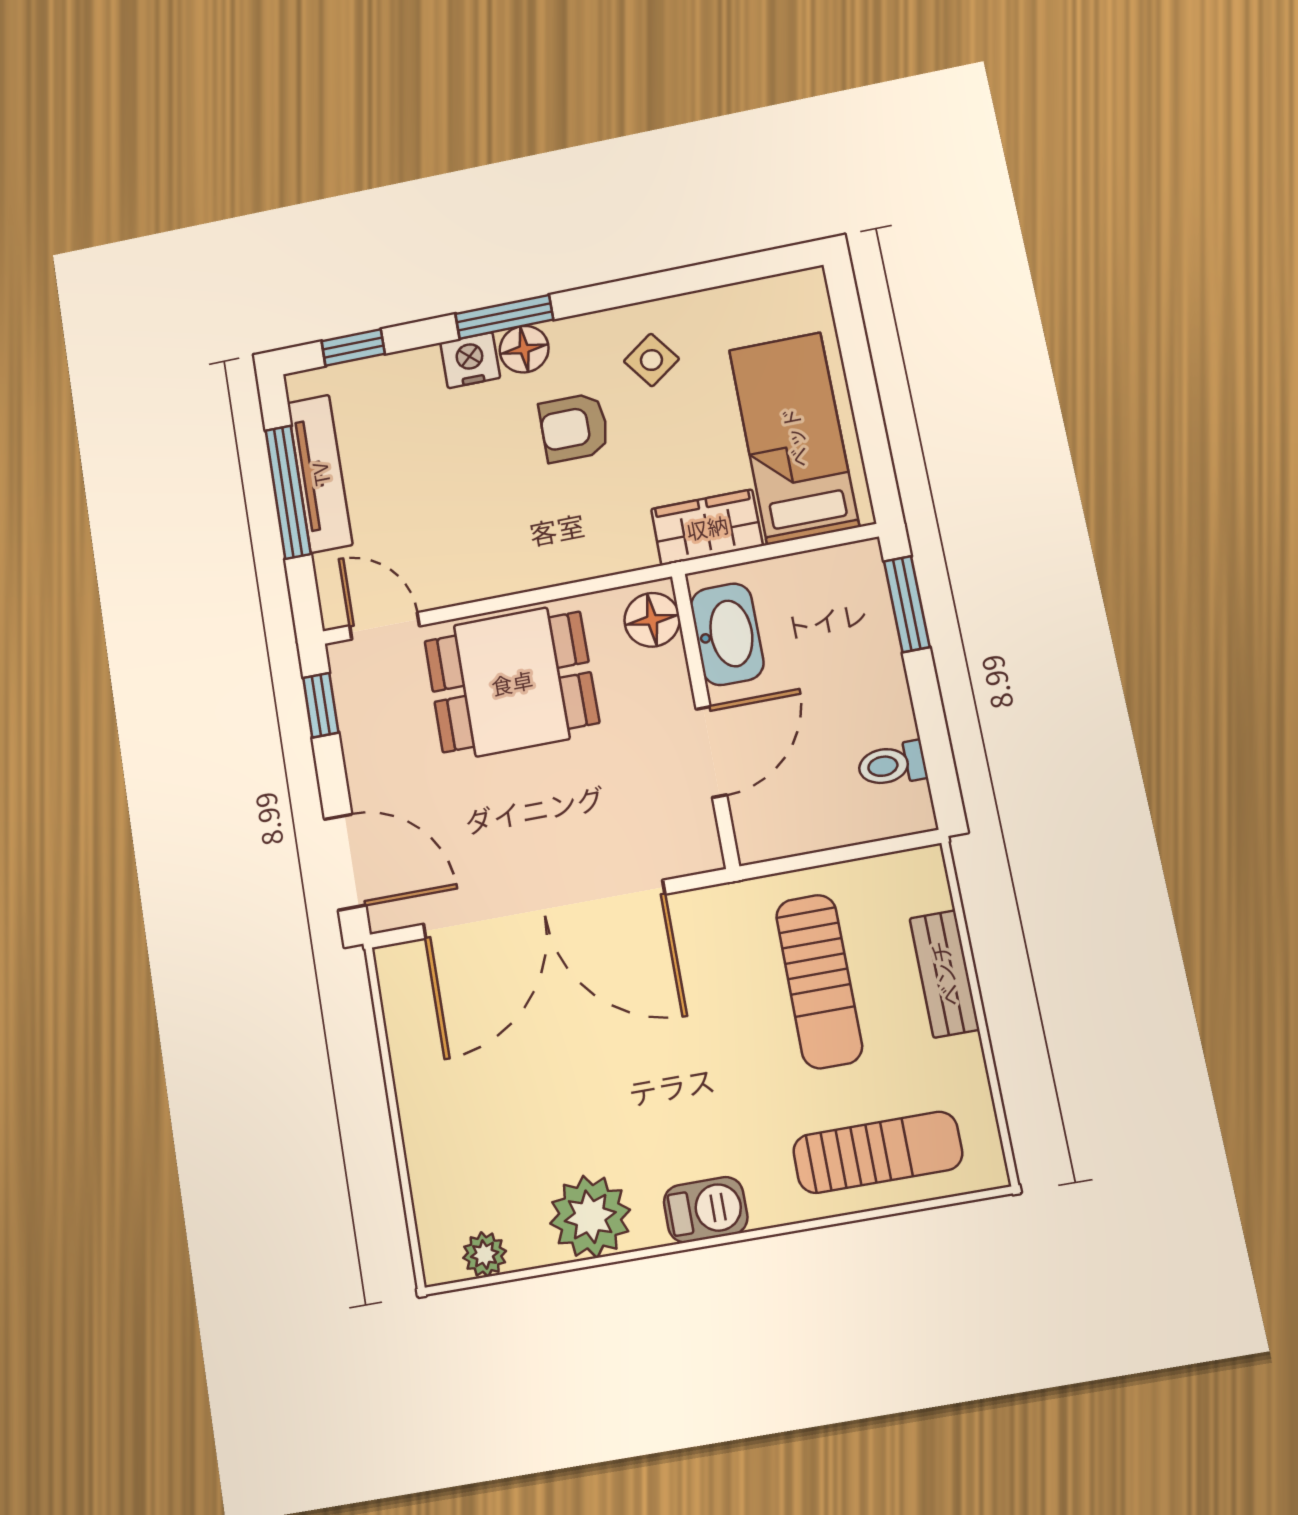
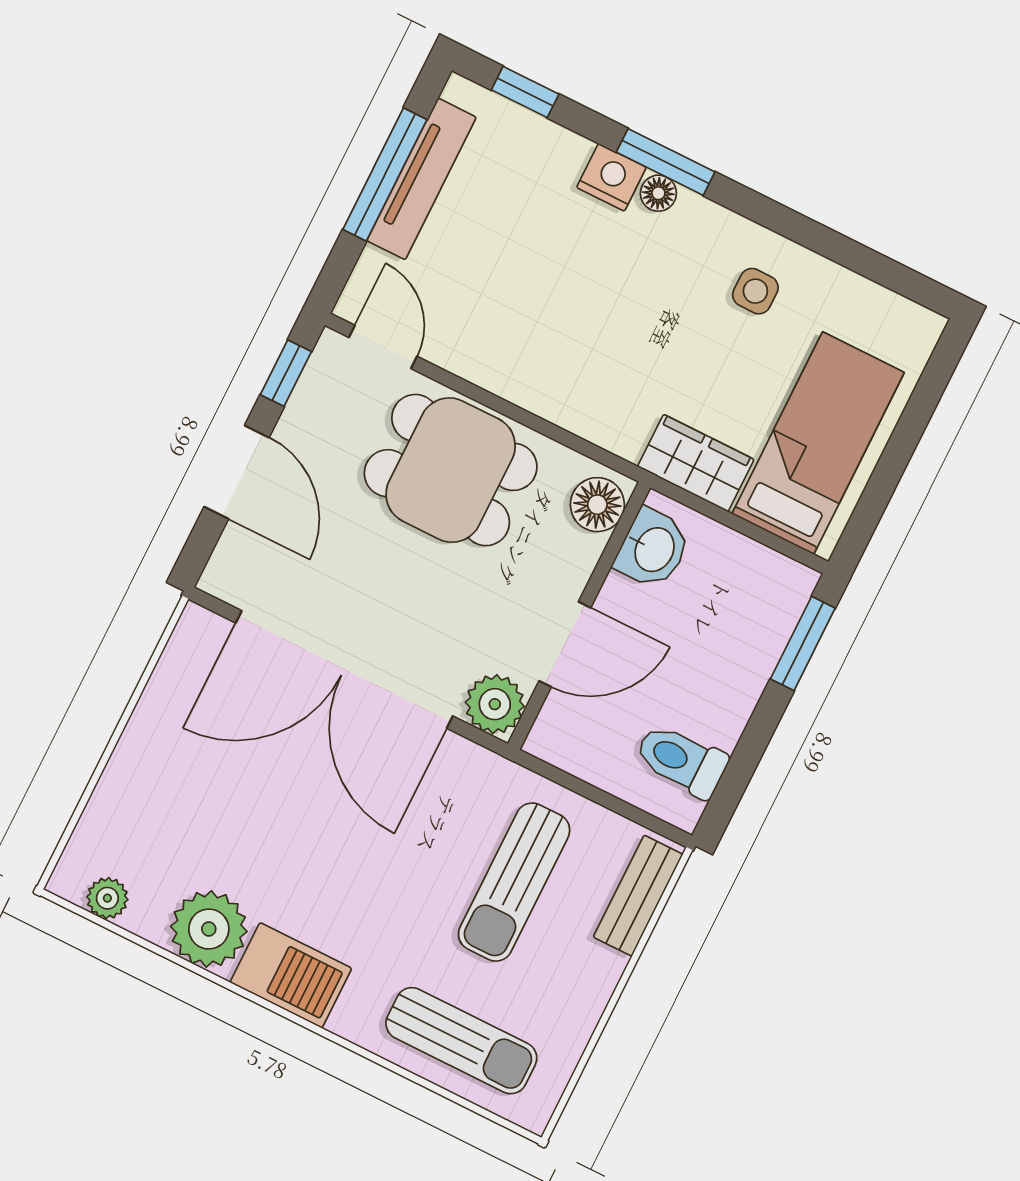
floor lamp: (524, 349) -> (658, 193), width x0.73, depth x0.73
side table: (651, 360) -> (755, 291), turned 36
armchair: (574, 428) -> (653, 299), removed
washbasin: (727, 634) -> (653, 549), width x0.72
toilet: (892, 765) -> (681, 760), width x1.37, depth x1.39
plant: (690, 844) -> (495, 704), added
door: (345, 862) -> (237, 472), moved
bench: (944, 974) -> (638, 896), moved
barbecue: (706, 1210) -> (291, 975), width x1.38, depth x1.27

